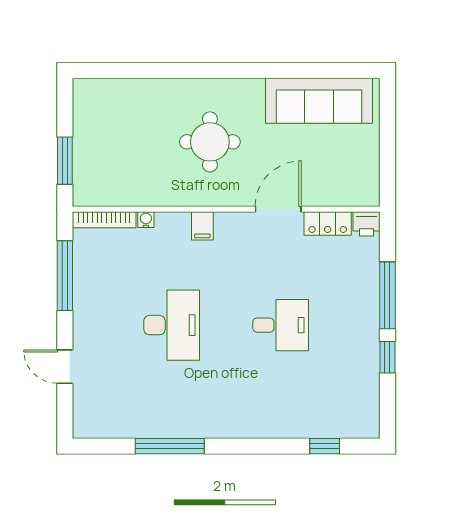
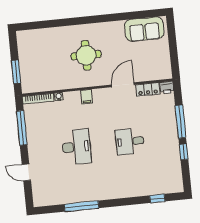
sofa: (319, 101) -> (144, 29), width x0.73
desk: (281, 325) -> (130, 141), turned 180

